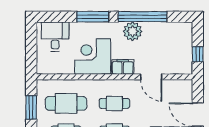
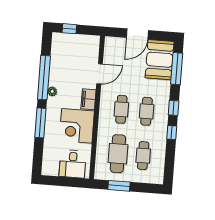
plant: (133, 31) -> (52, 91), width x0.53, depth x0.53
desk: (55, 37) -> (73, 164), moved, turned -90
window: (198, 54) -> (69, 29), moved

